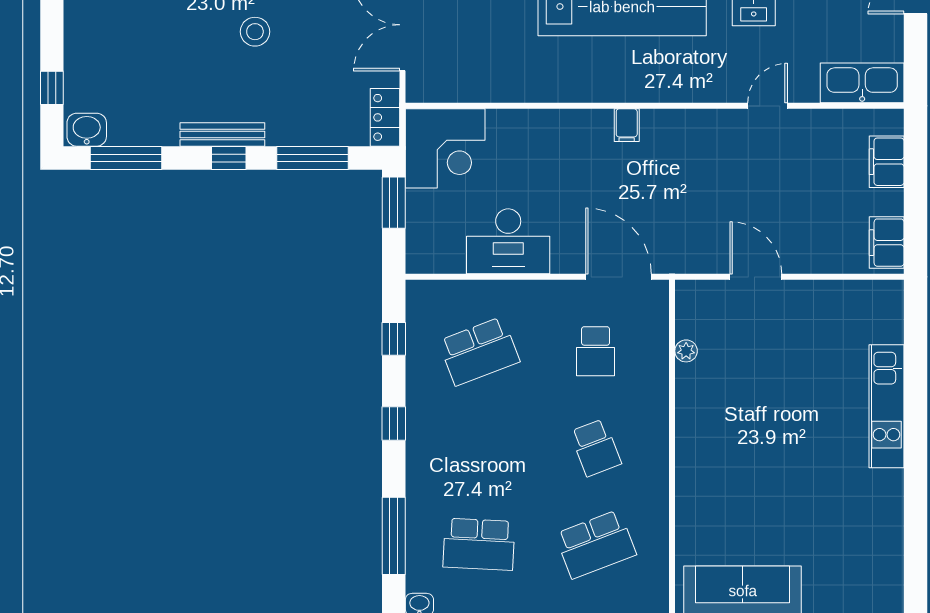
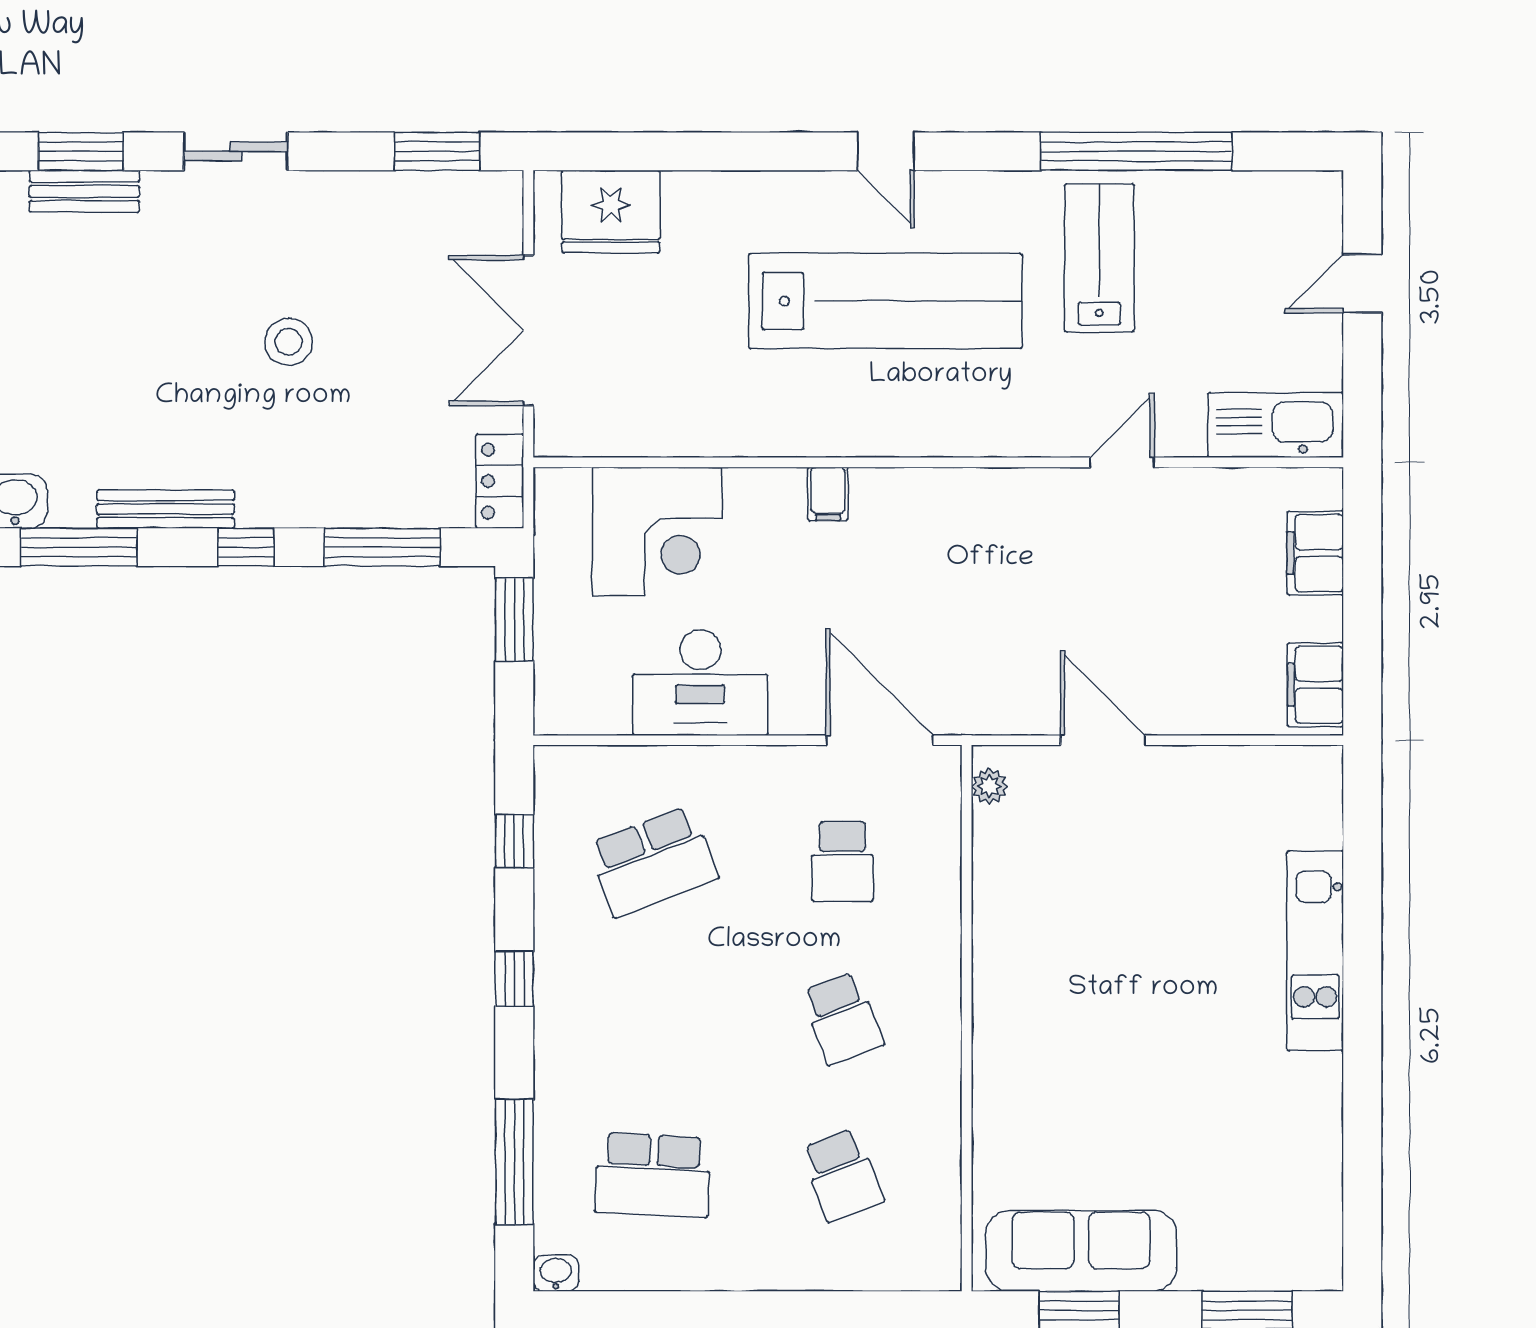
filing cabinet: (627, 125) -> (828, 494), moved
bench: (222, 135) -> (165, 509), moved
corner desk: (445, 148) -> (657, 532), moved
plant: (686, 351) -> (989, 786), moved
school desk: (596, 544) -> (842, 1175), width x0.54

